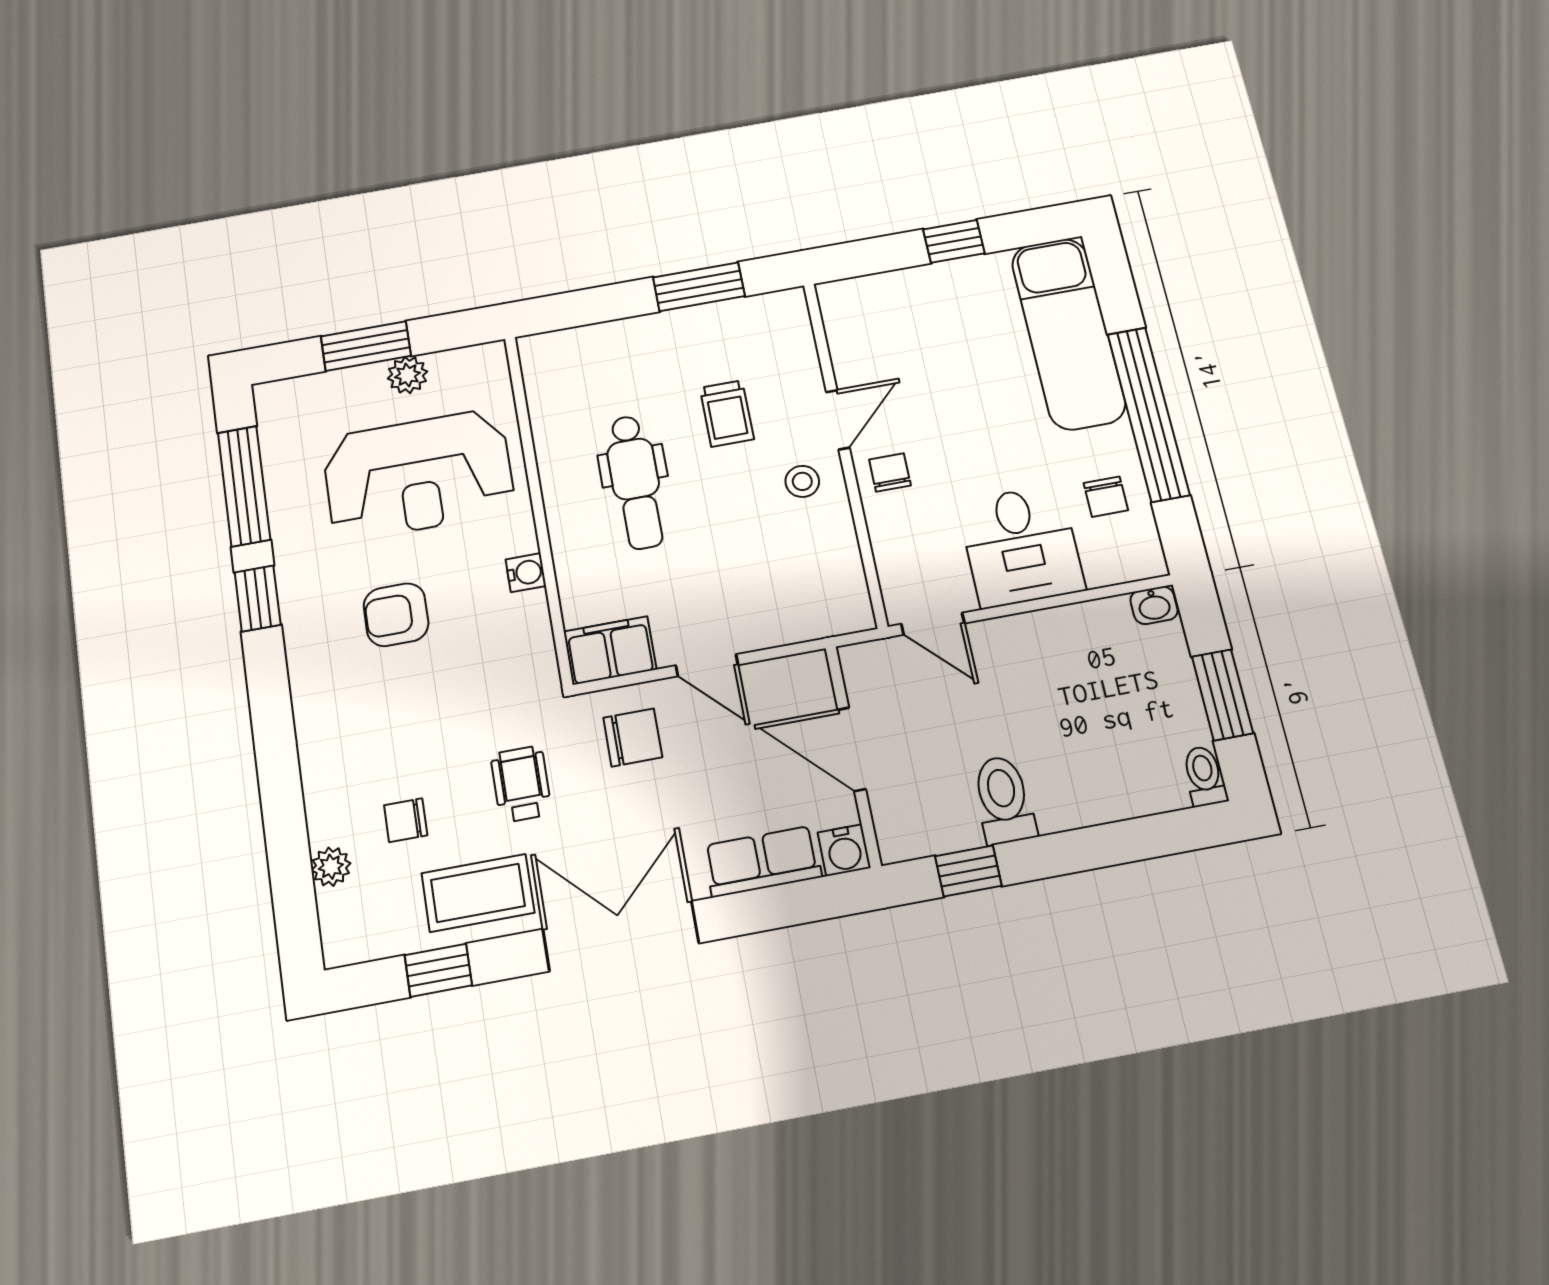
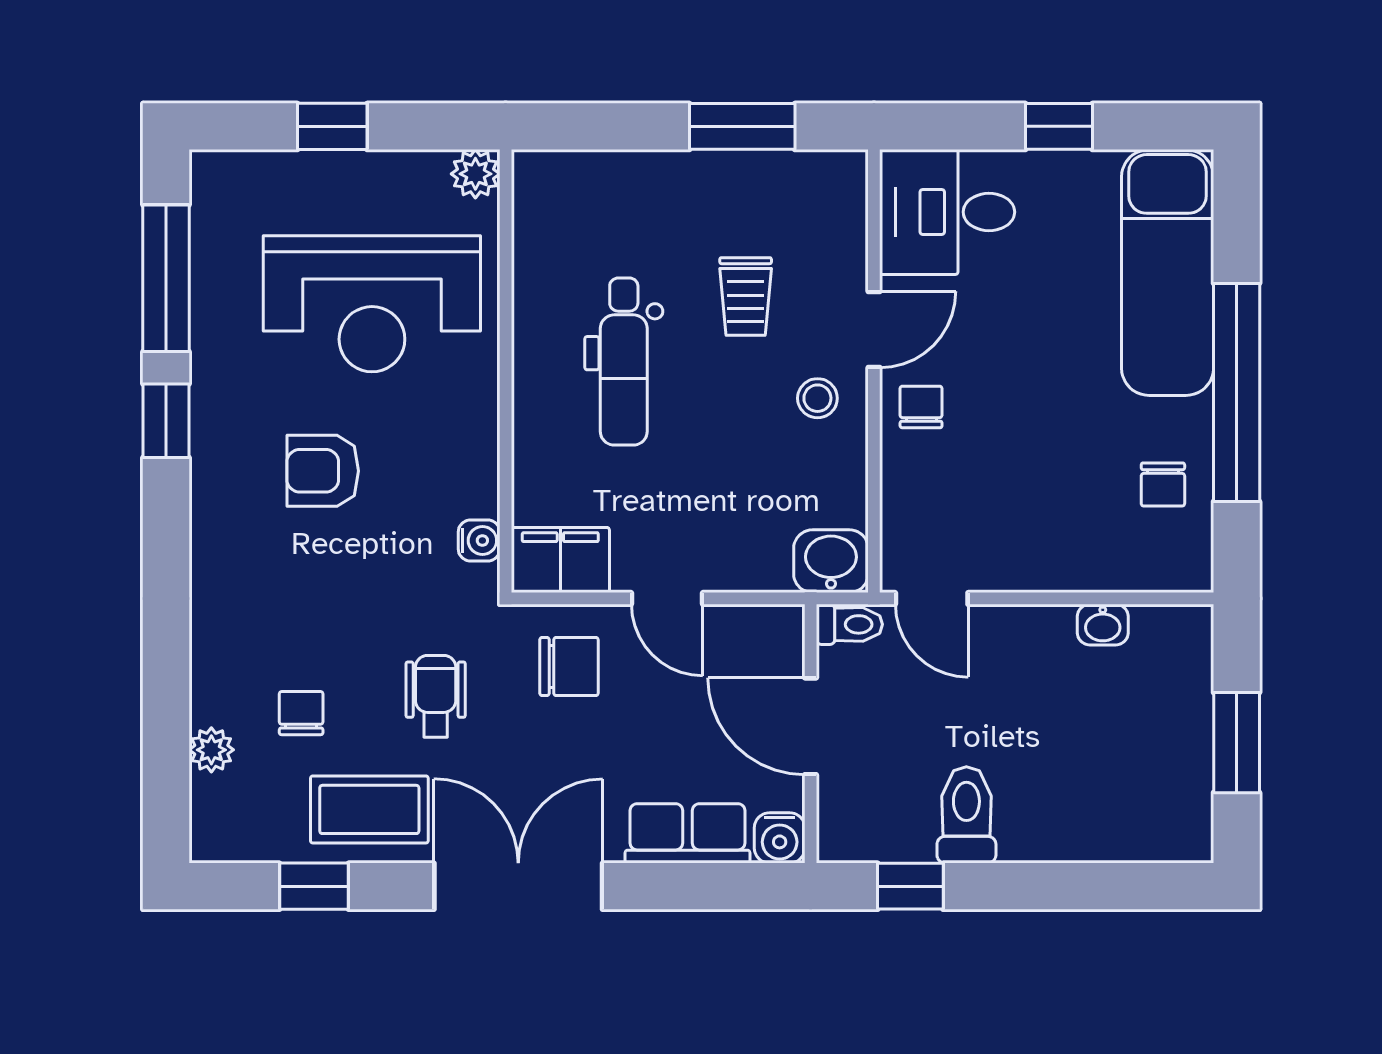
window: (366, 346) -> (332, 126), width x0.67
plant: (407, 375) -> (475, 174), moved
desk: (1021, 546) -> (947, 212), moved, turned 90
water cooler: (526, 573) -> (479, 540), moved
washbasin: (1154, 605) -> (1103, 625), moved
washbasin: (841, 609) -> (831, 561), added
toilet: (1204, 776) -> (849, 624), moved, turned 90
chair: (406, 820) -> (301, 713), turned 90

